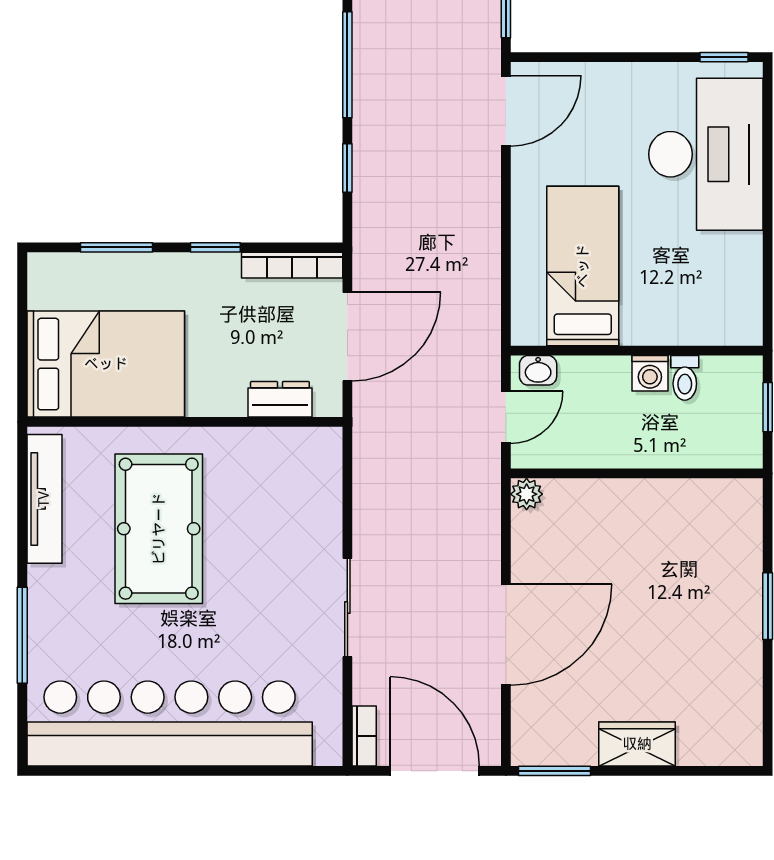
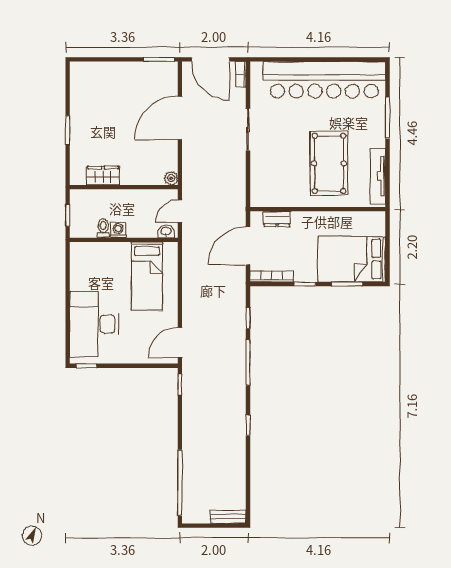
bed: (106, 364) -> (352, 259), moved
wardrobe: (637, 744) -> (103, 176), moved, turned 180

